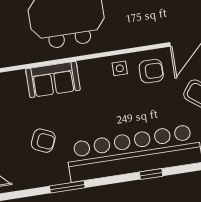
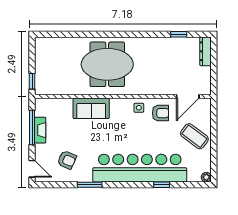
armchair: (43, 141) -> (67, 160), moved
window: (151, 174) -> (162, 185), moved

